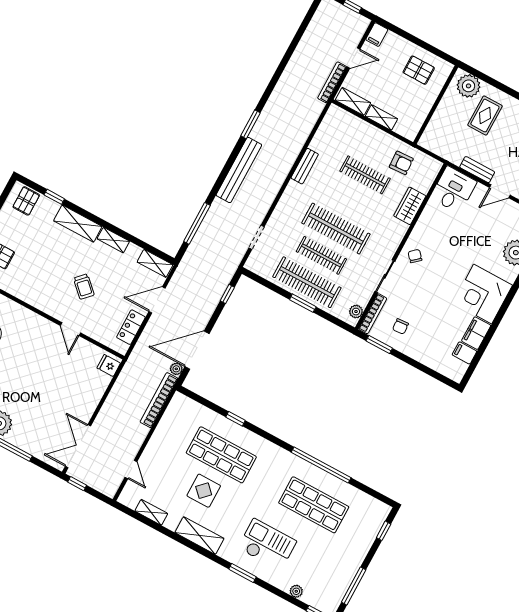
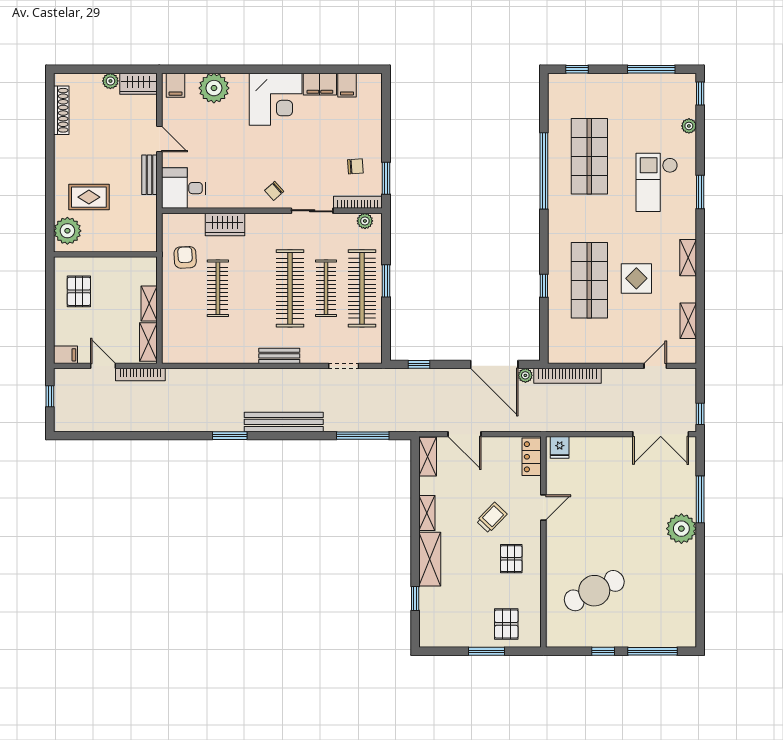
bench: (305, 166) -> (279, 356), moved
pallet: (26, 201) -> (511, 559), moved, turned 90
locker: (131, 327) -> (532, 457), moved, turned 90
shelving: (199, 536) -> (688, 258), width x0.67, depth x0.75

